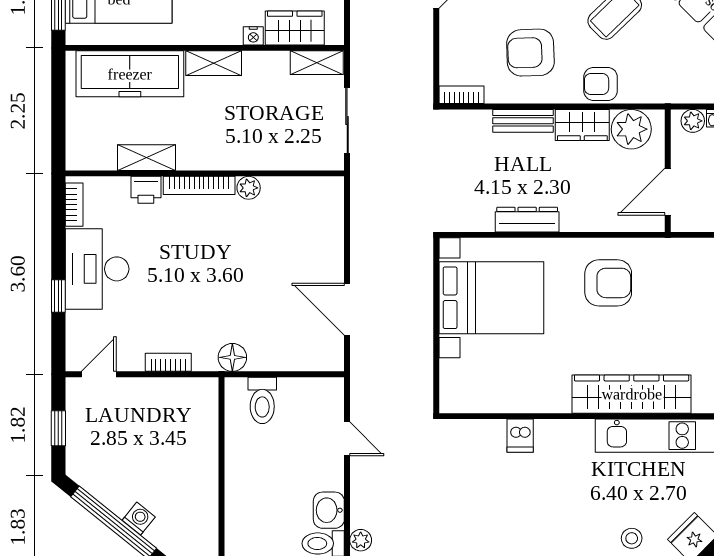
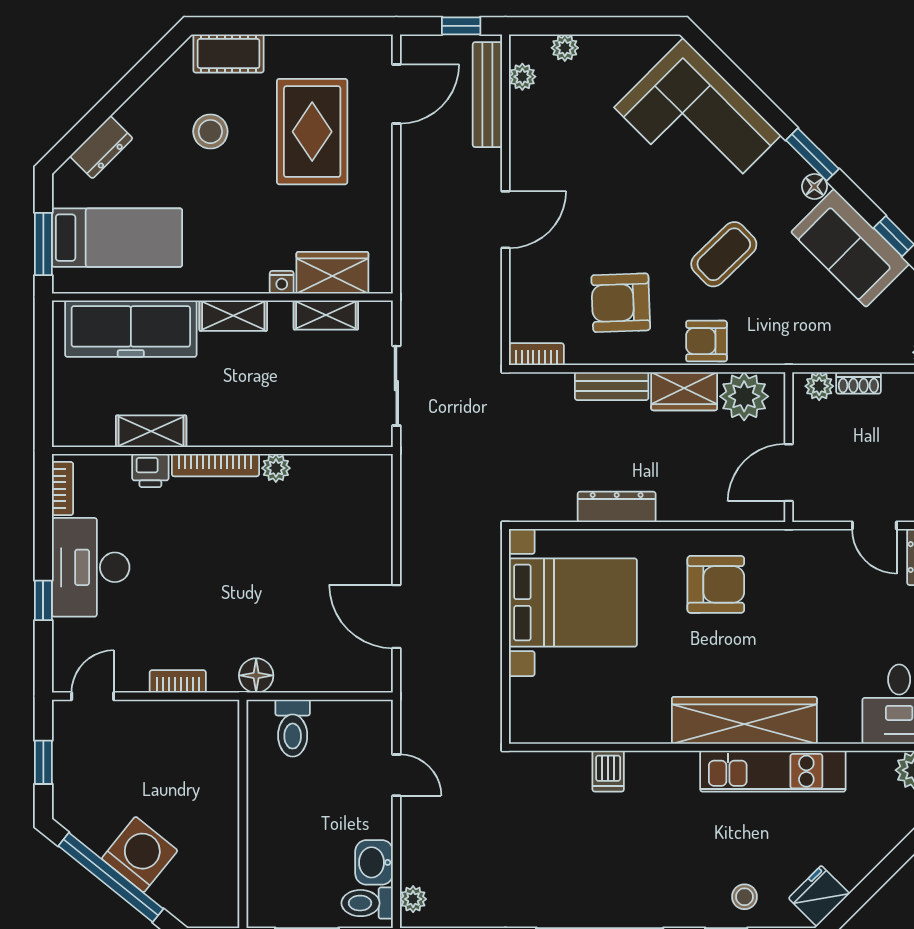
shelving: (317, 63) -> (326, 315), moved
washing machine: (139, 519) -> (140, 855), width x1.89, depth x1.89

